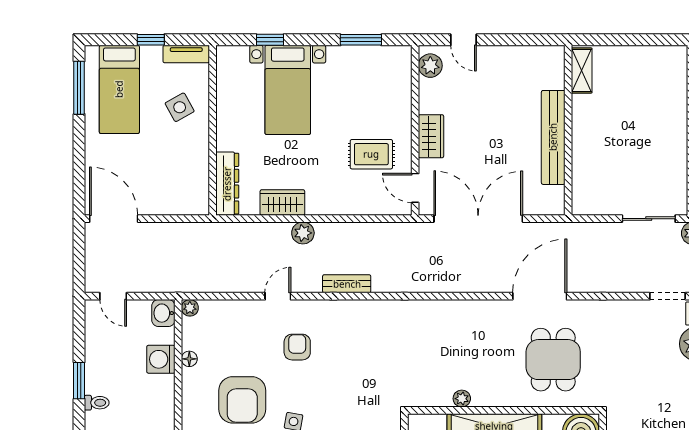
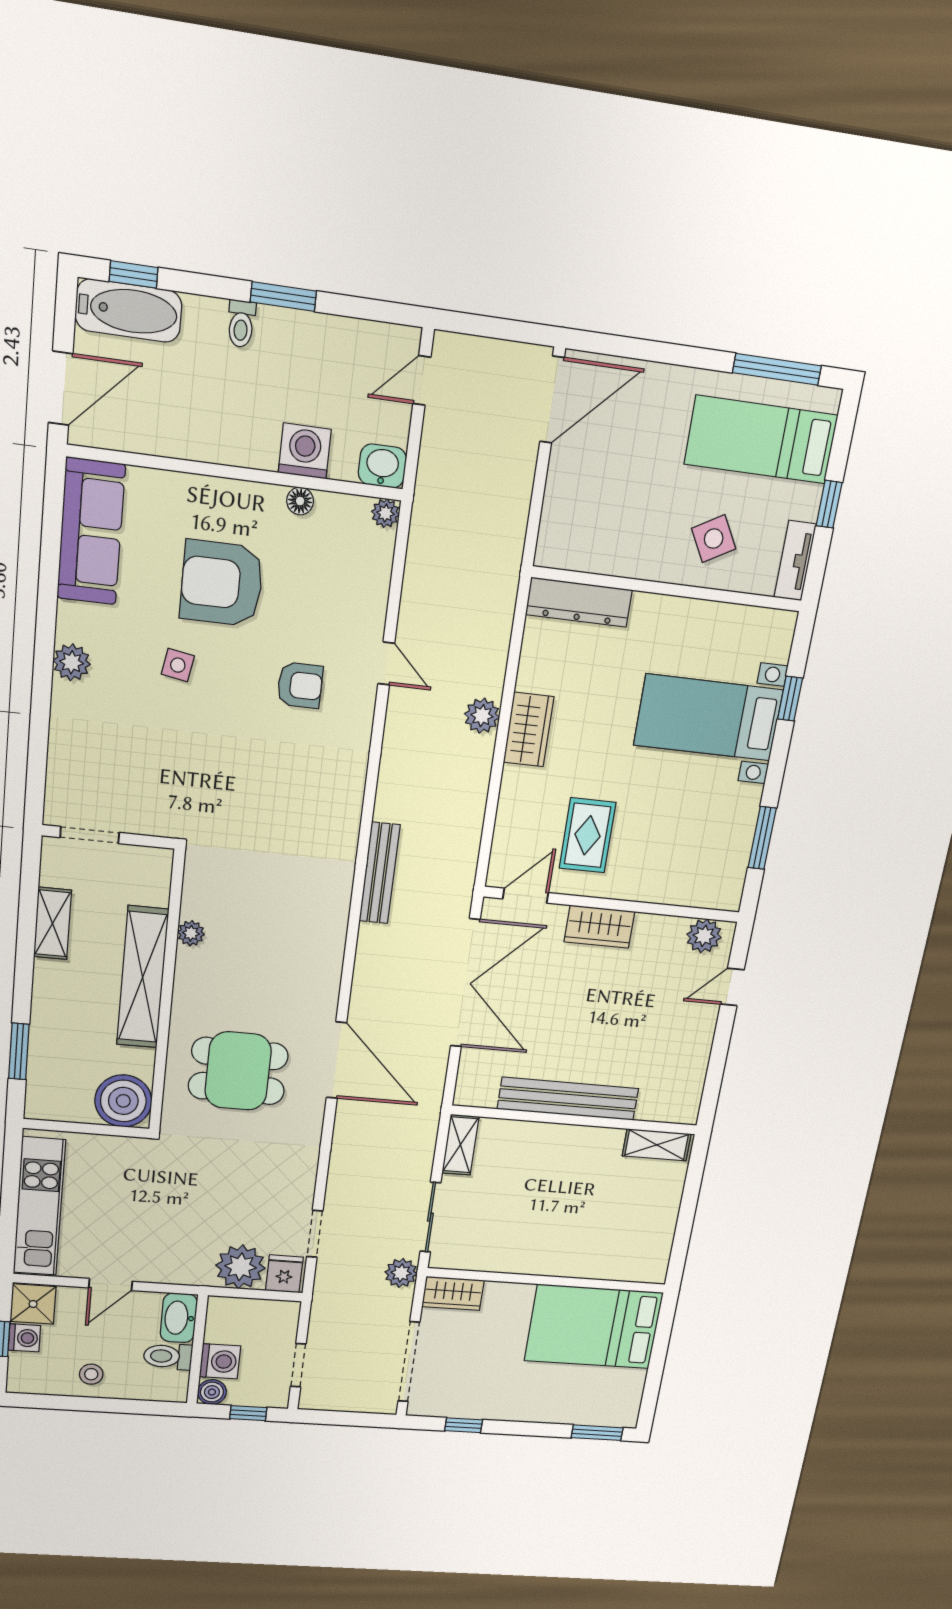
wardrobe: (282, 203) -> (529, 730), moved
shelving: (593, 206) -> (460, 1145), added
bench: (347, 284) -> (380, 873), moved, width x1.36

